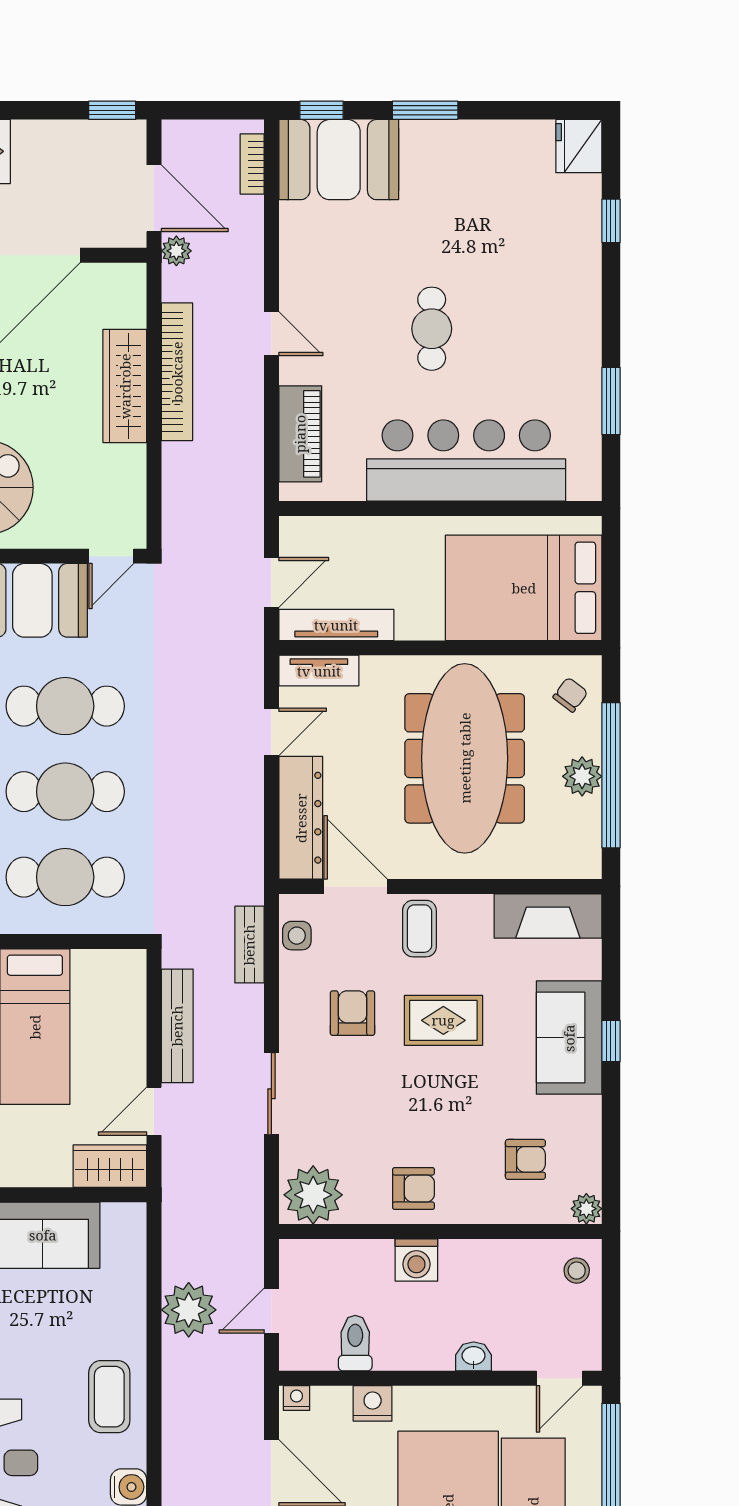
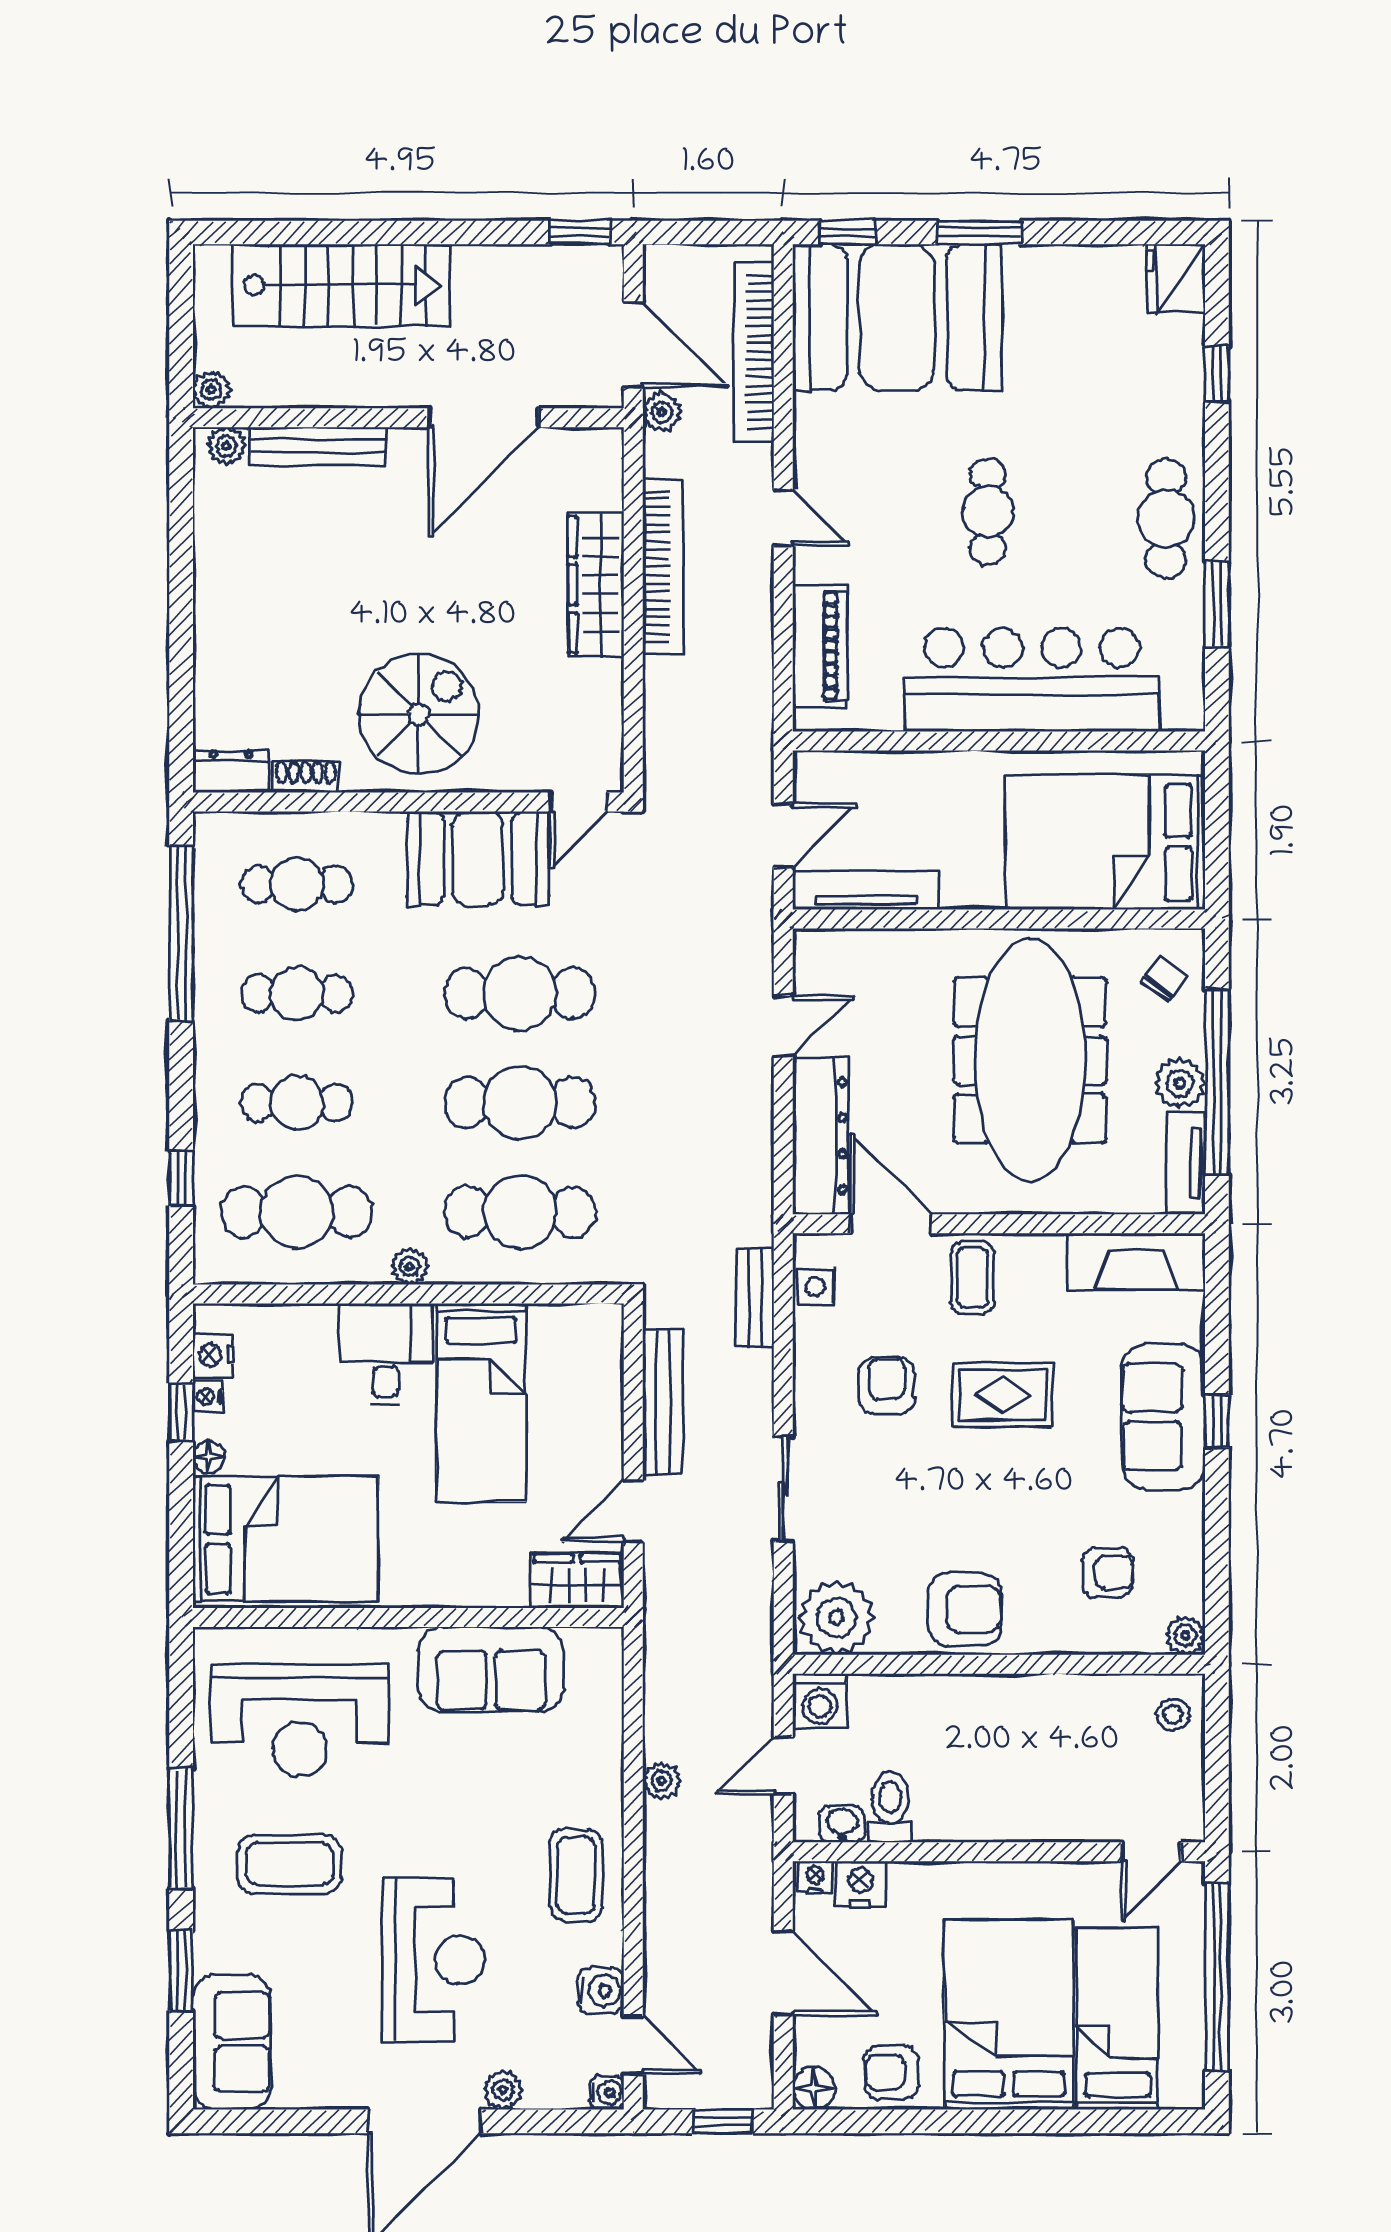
booth: (339, 160) -> (897, 317), width x1.36, depth x1.42
bookcase: (252, 164) -> (754, 352), width x2.31, depth x1.31
cafe table: (571, 334) -> (1166, 519), added
tv unit: (319, 671) -> (1186, 1163), moved, turned 90
armchair: (414, 1188) -> (965, 1610), width x1.38, depth x1.38
washing machine: (416, 1260) -> (820, 1701), moved
plant: (189, 1310) -> (661, 1781), width x0.53, depth x0.53
washbasin: (474, 1356) -> (842, 1824), moved
nightstand: (373, 1403) -> (861, 1884), moved

